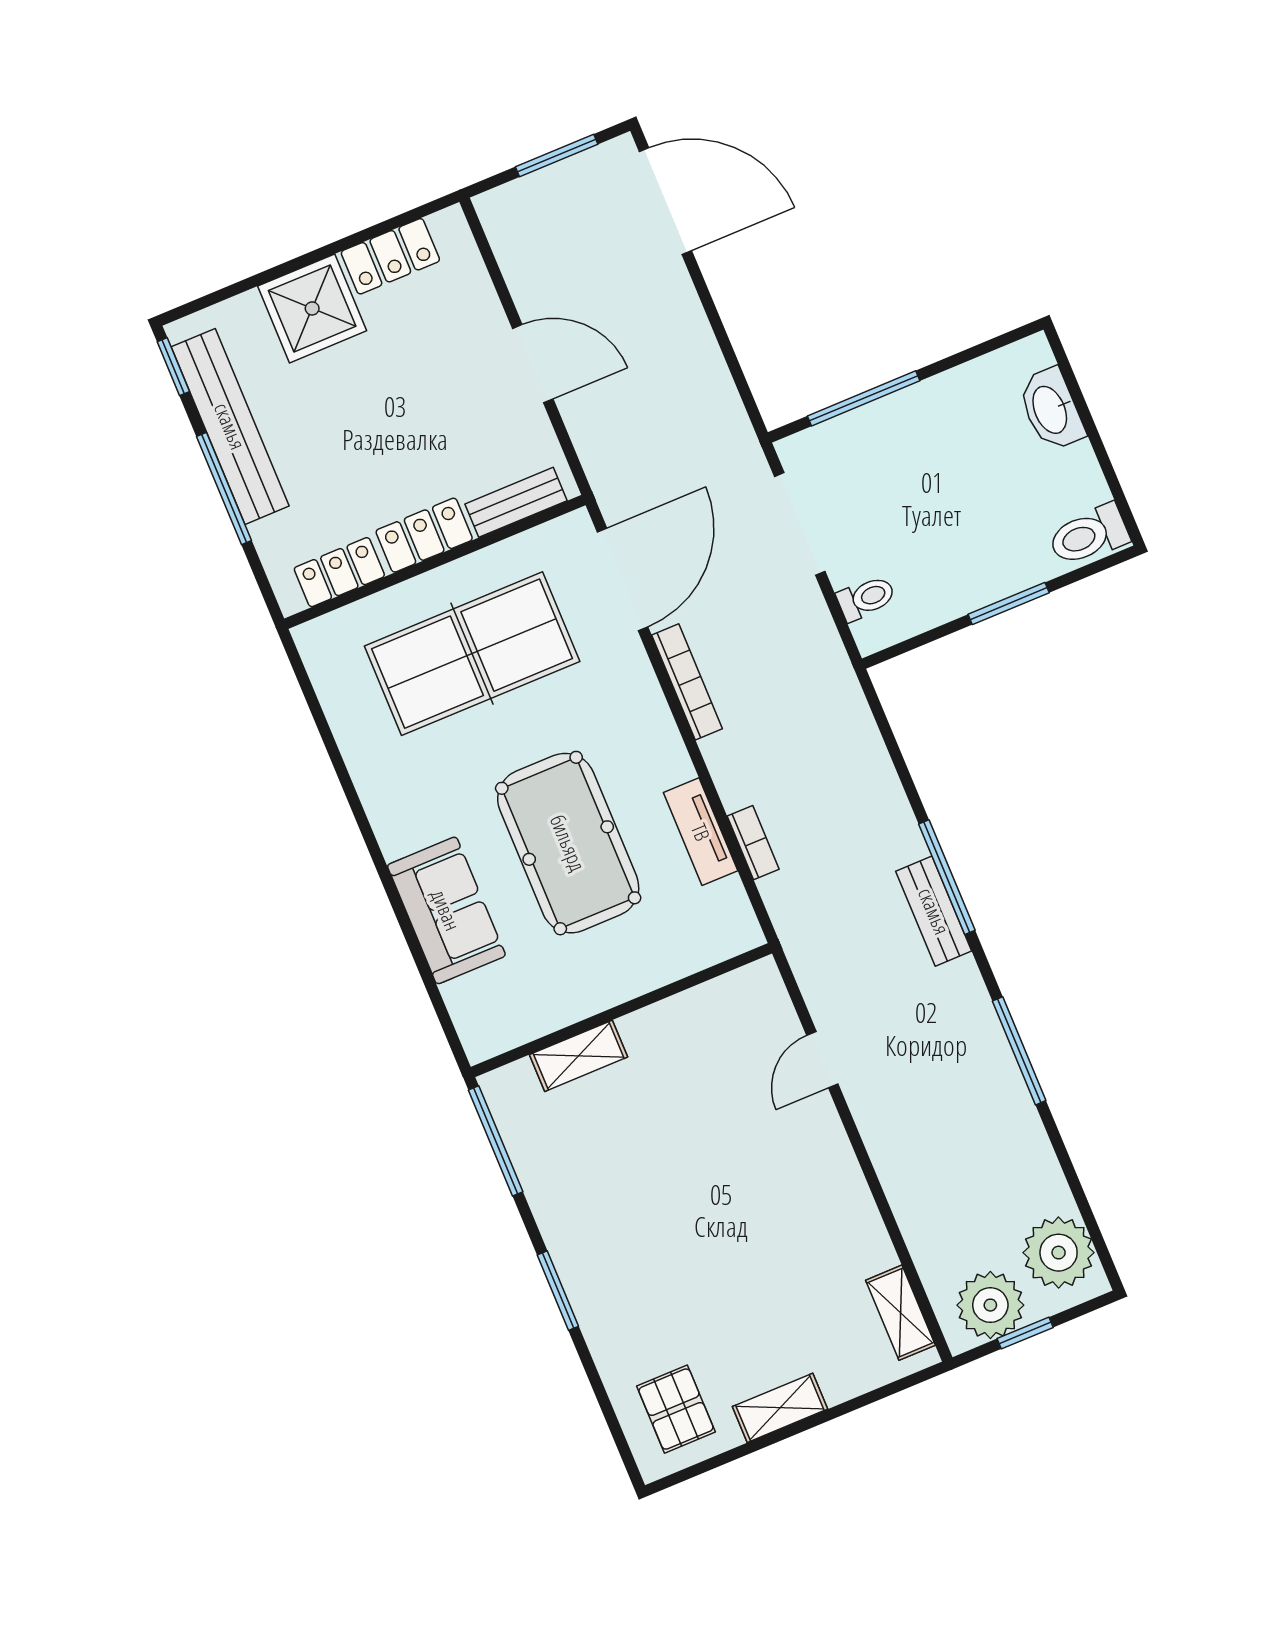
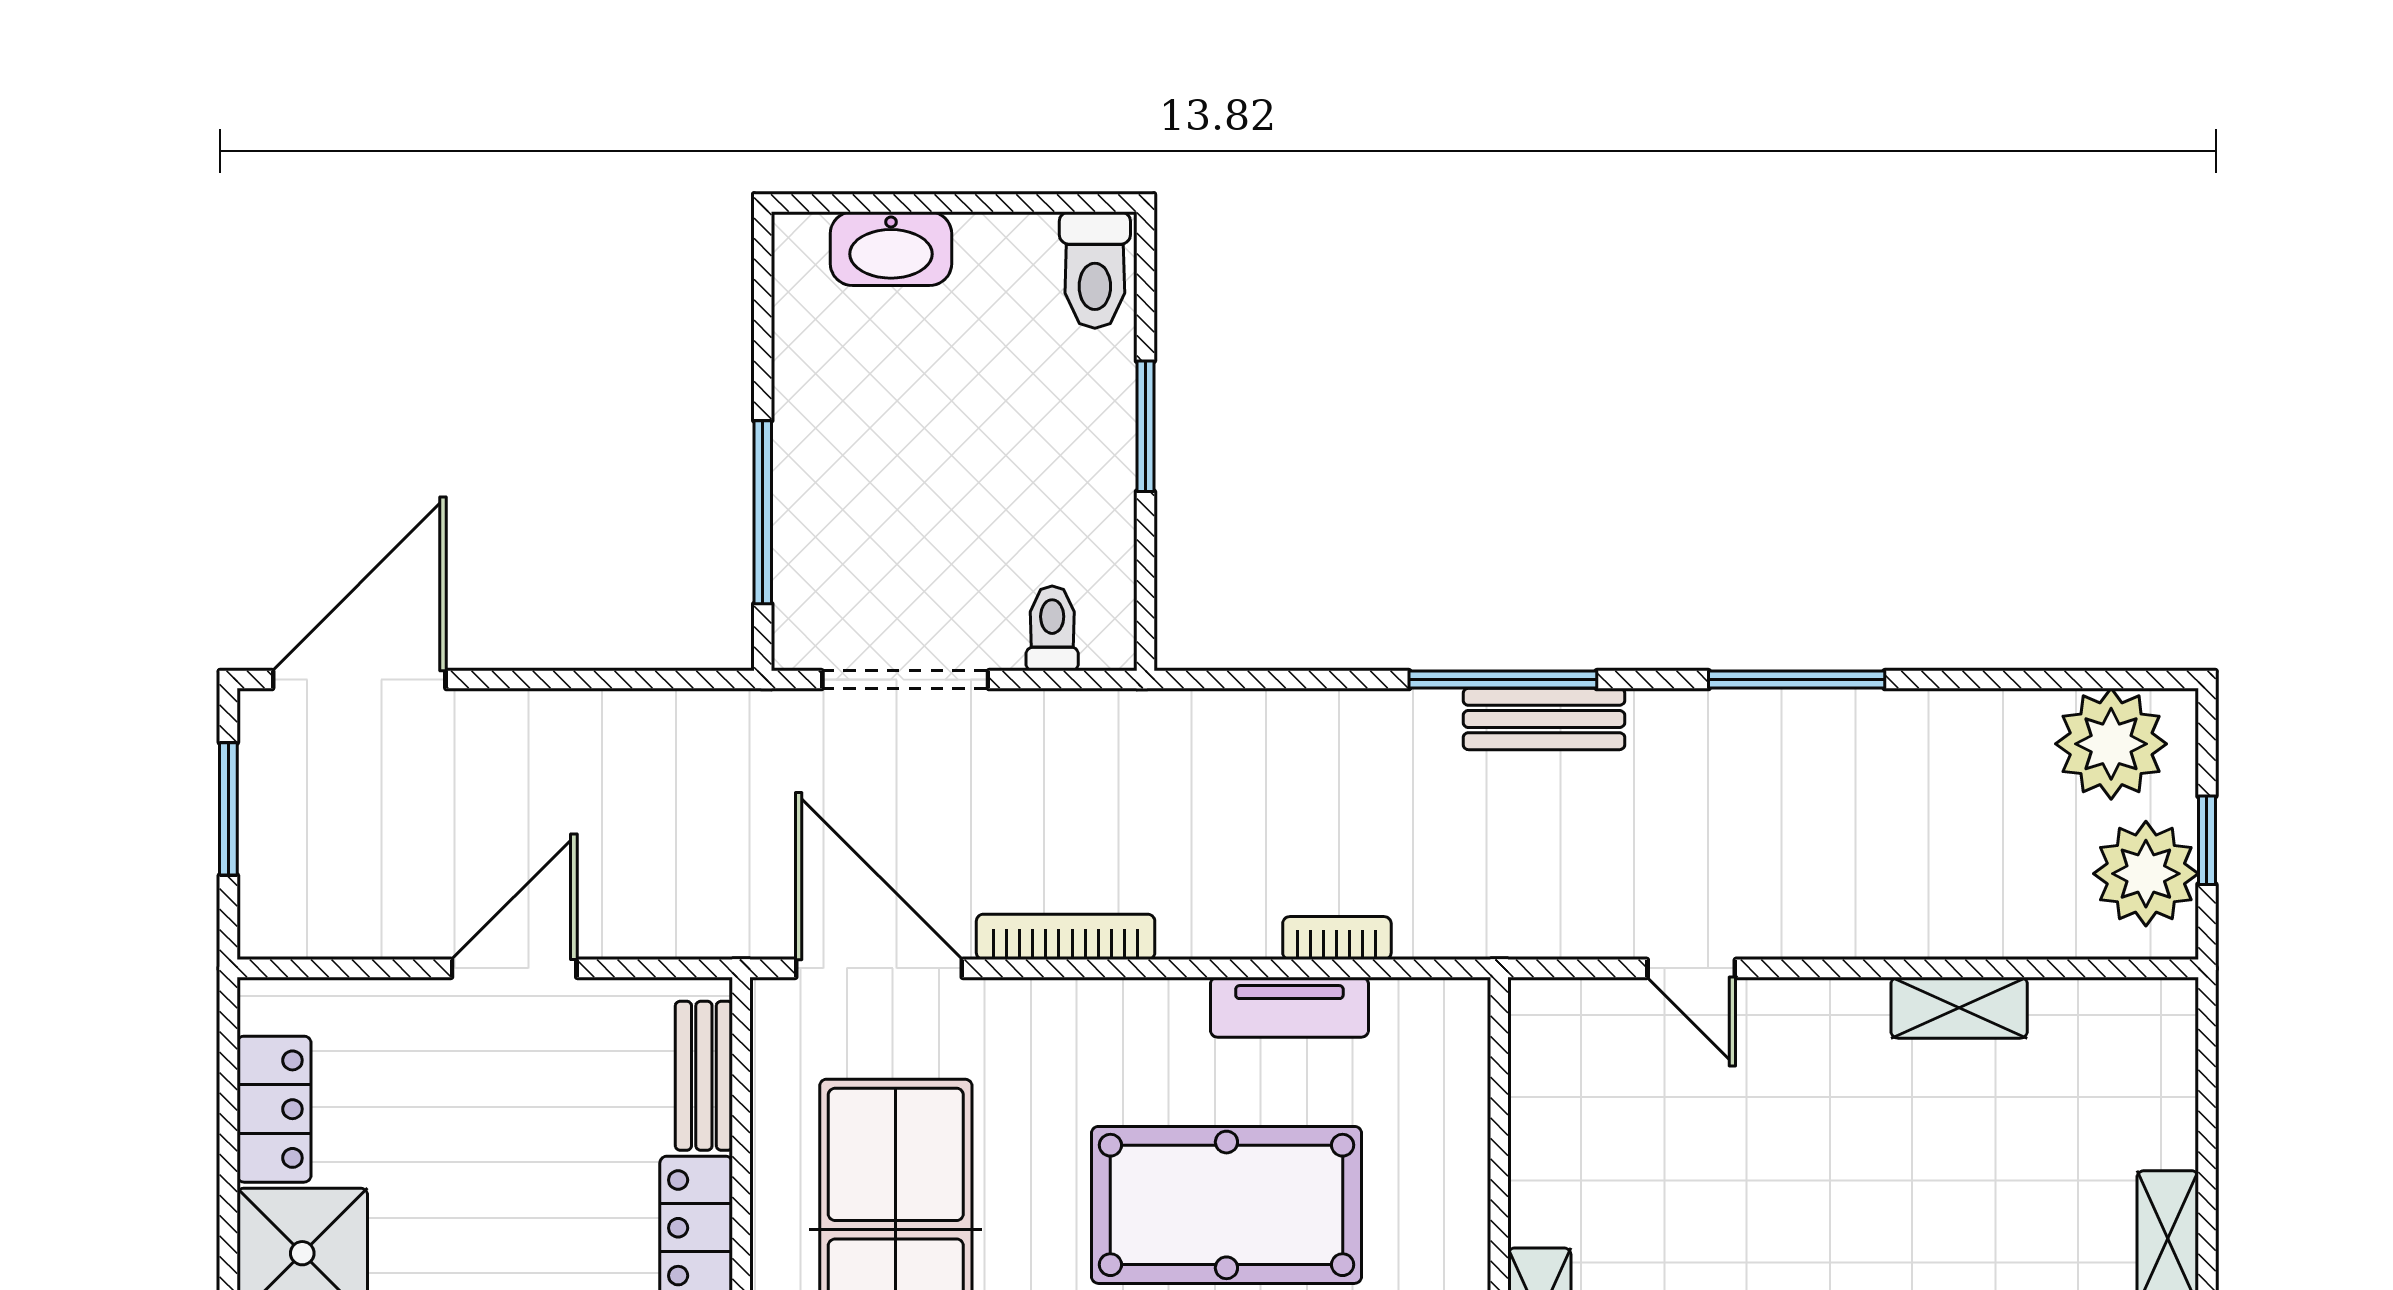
shelving: (901, 1313) -> (1959, 1008), moved

